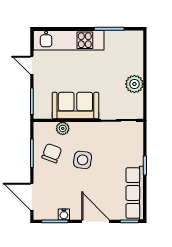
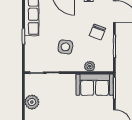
sofa: (75, 106) -> (95, 85), moved
chair: (52, 153) -> (97, 32), moved
side table: (83, 160) -> (65, 47), moved

